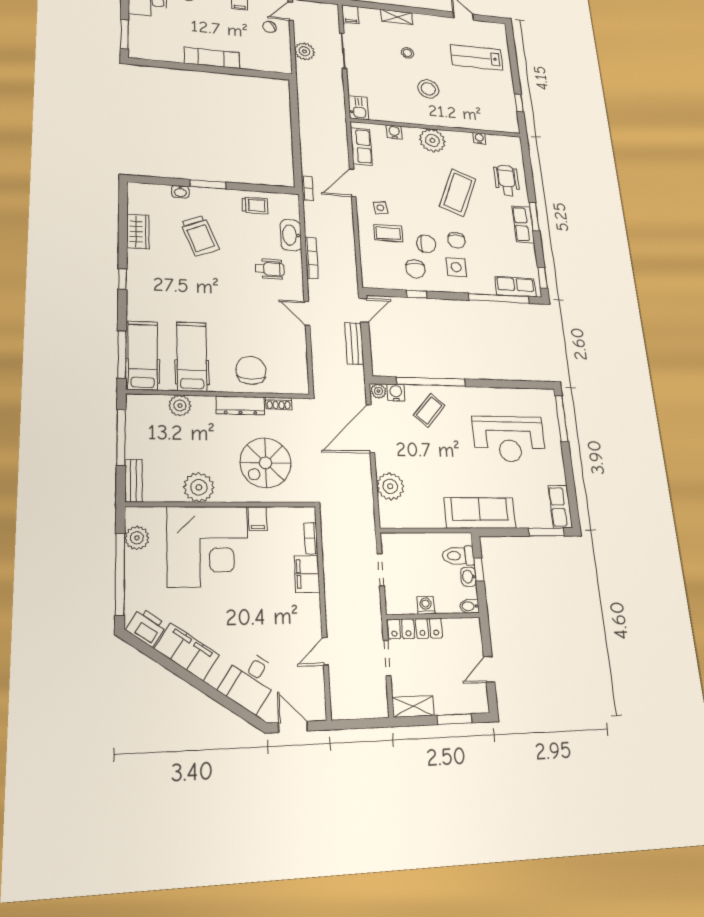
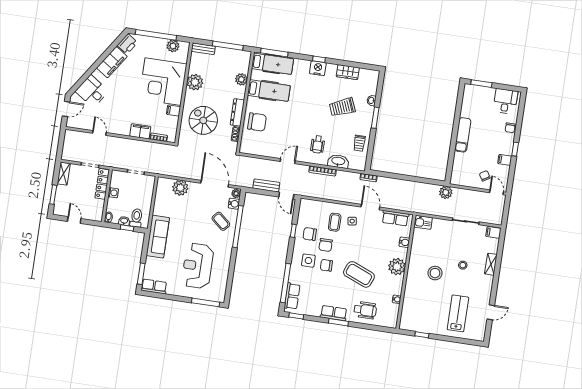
plant: (305, 51) -> (446, 192), moved
nightstand: (139, 280) -> (318, 68), added

